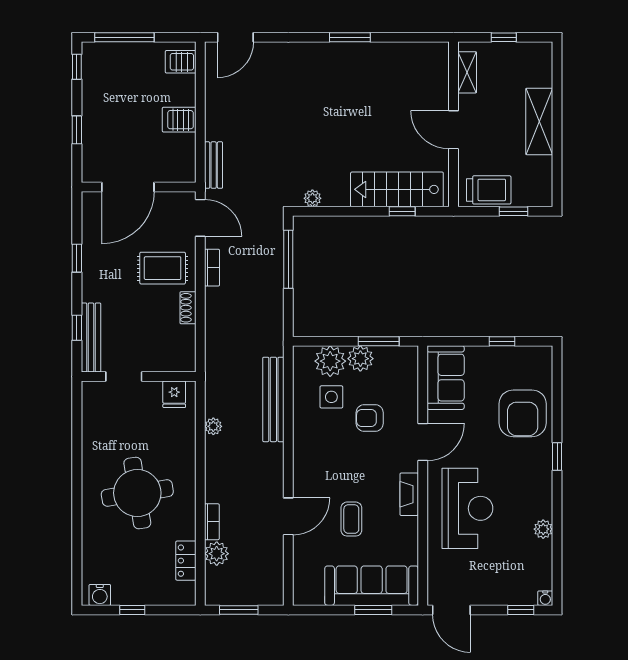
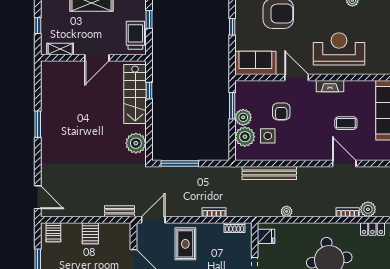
plant: (312, 198) -> (136, 143), width x1.88, depth x1.88
bookcase: (212, 268) -> (214, 212), moved
shoe rack: (188, 308) -> (235, 228), moved

